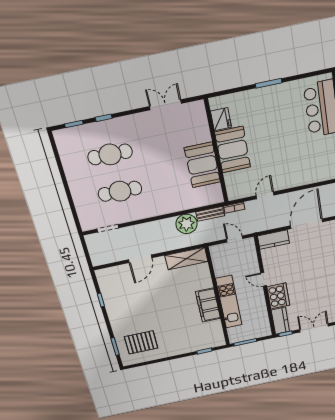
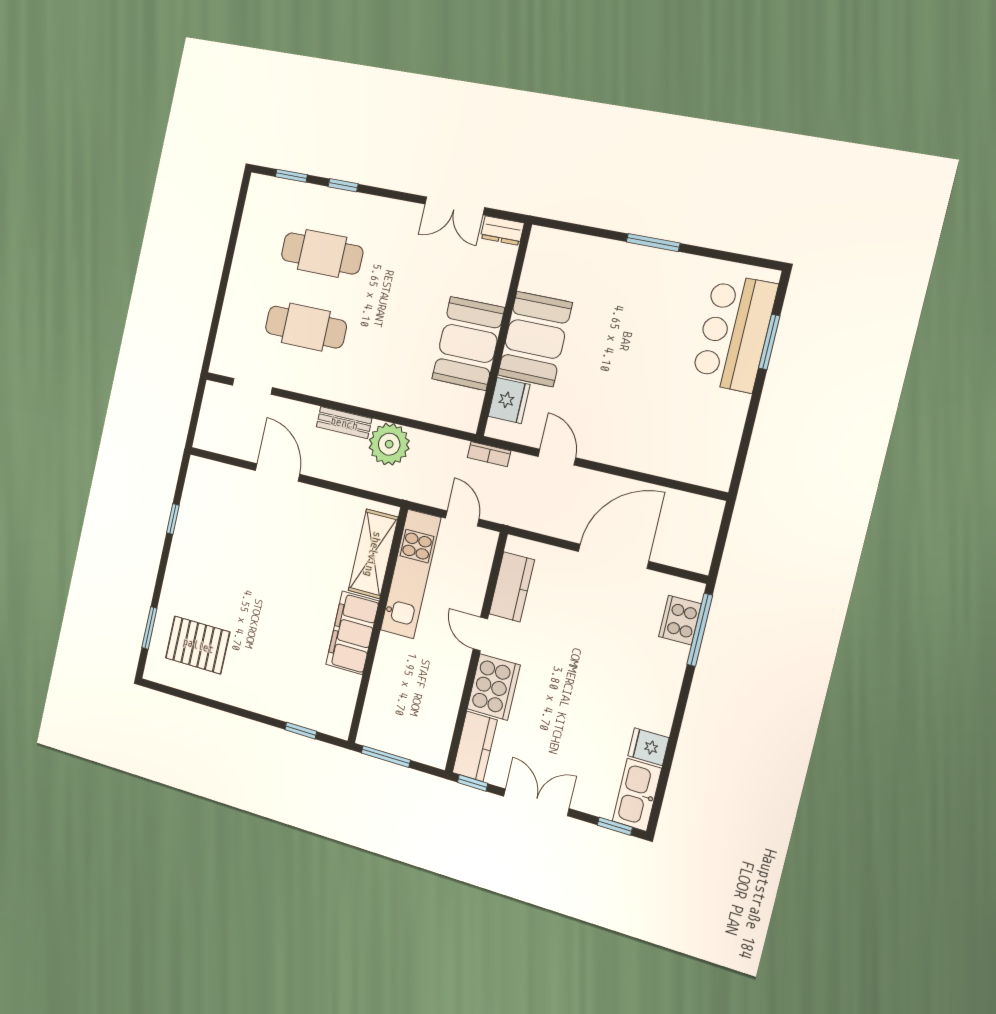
double door: (165, 105) -> (455, 206), swing flipped
dresser: (195, 107) -> (502, 231), added
fridge: (221, 119) -> (509, 400), moved
door: (265, 195) -> (557, 457), hinge flipped
bench: (210, 214) -> (344, 423), moved
kitchen counter: (273, 240) -> (512, 587), moved, turned -90
door: (140, 259) -> (277, 472), swing flipped
shelving: (186, 259) -> (373, 554), moved, turned 90
kitchen unit: (229, 302) -> (411, 574), moved

